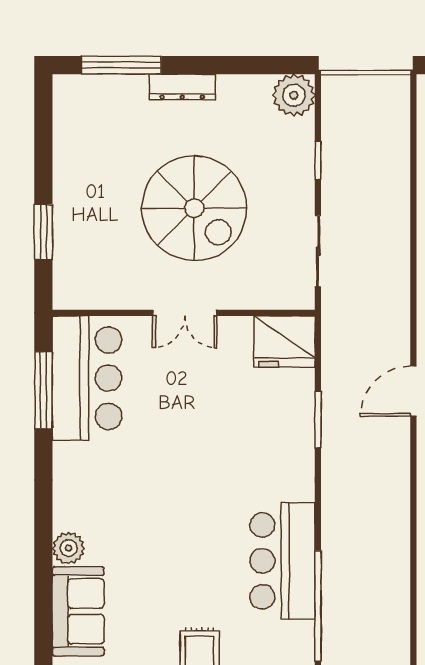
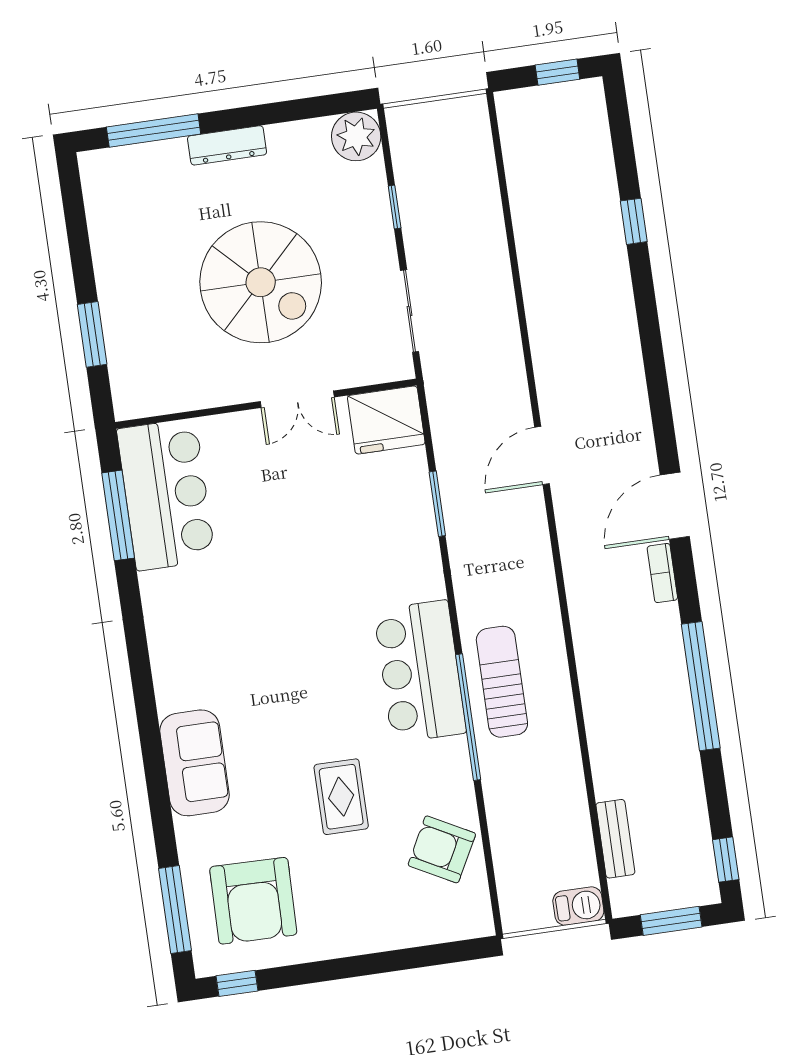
double door: (185, 313) -> (297, 399), moved
plant: (69, 548) -> (173, 692), removed
sun lounger: (351, 580) -> (502, 682), added

